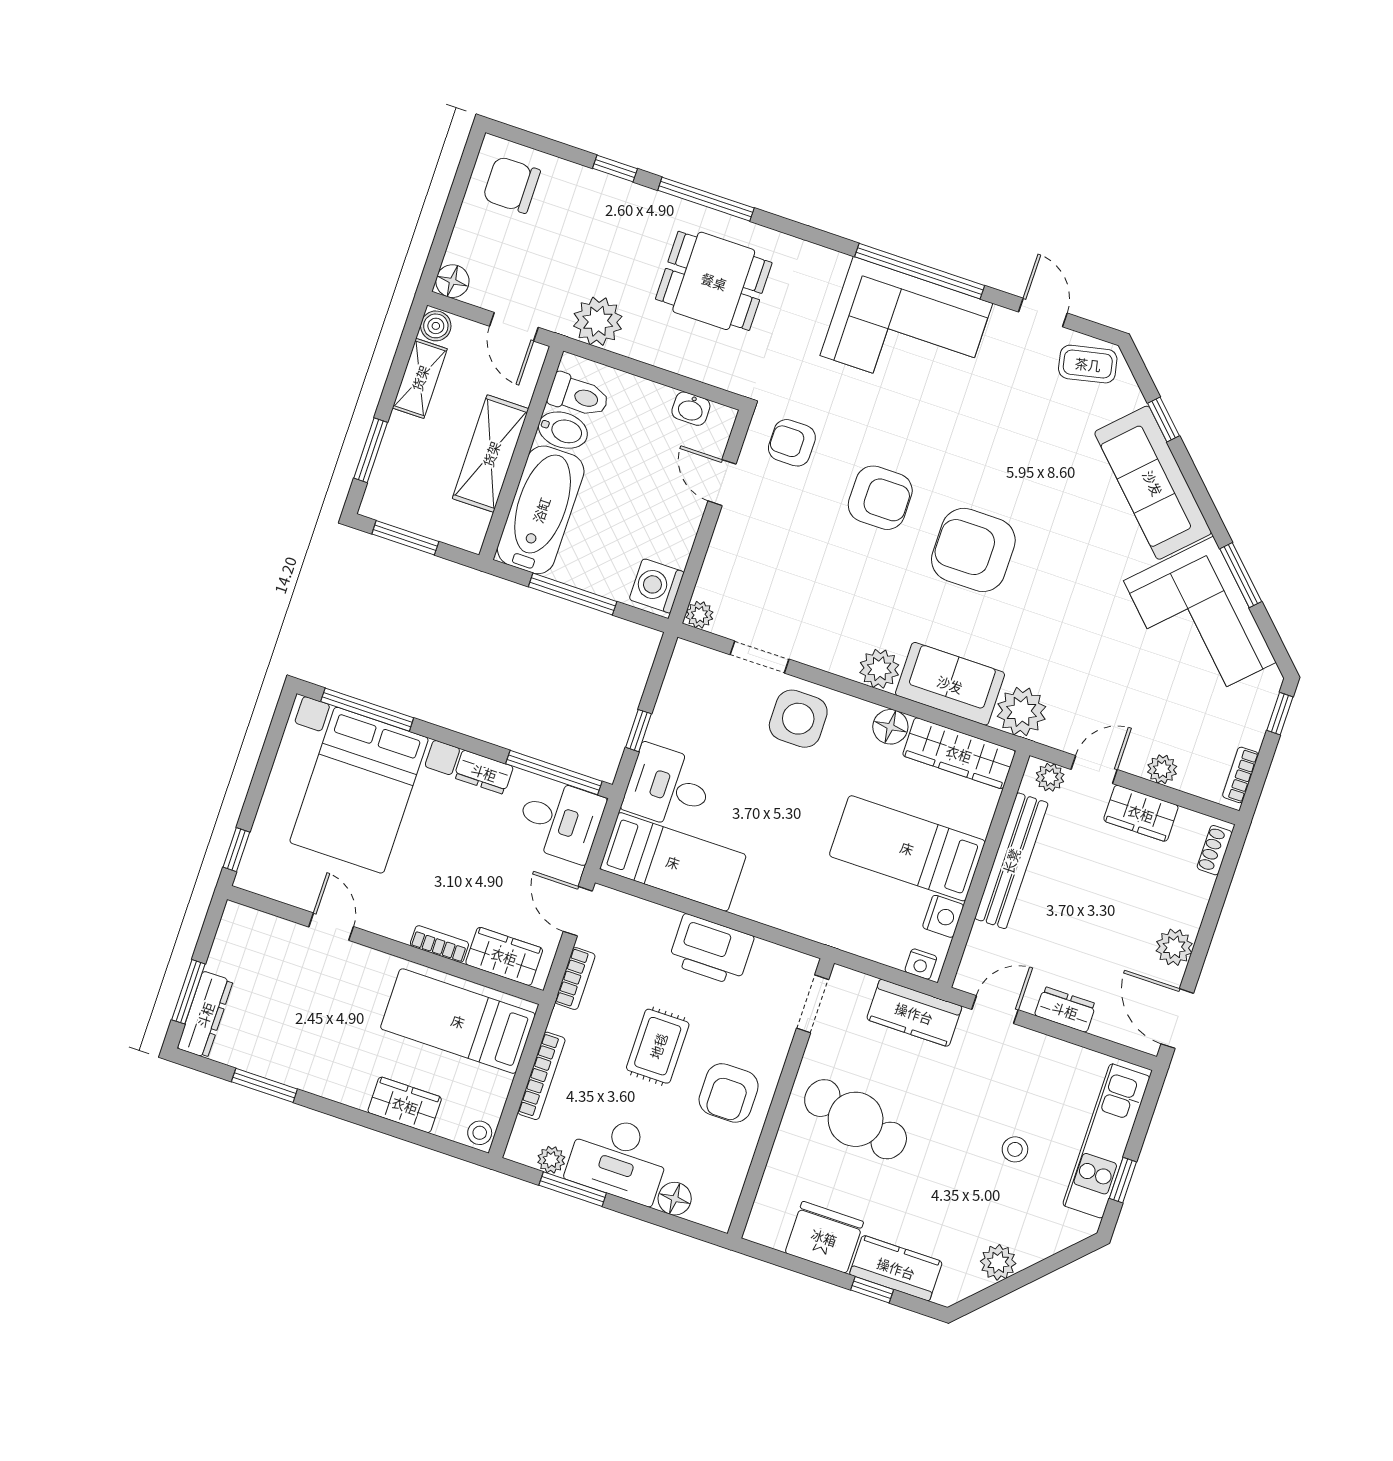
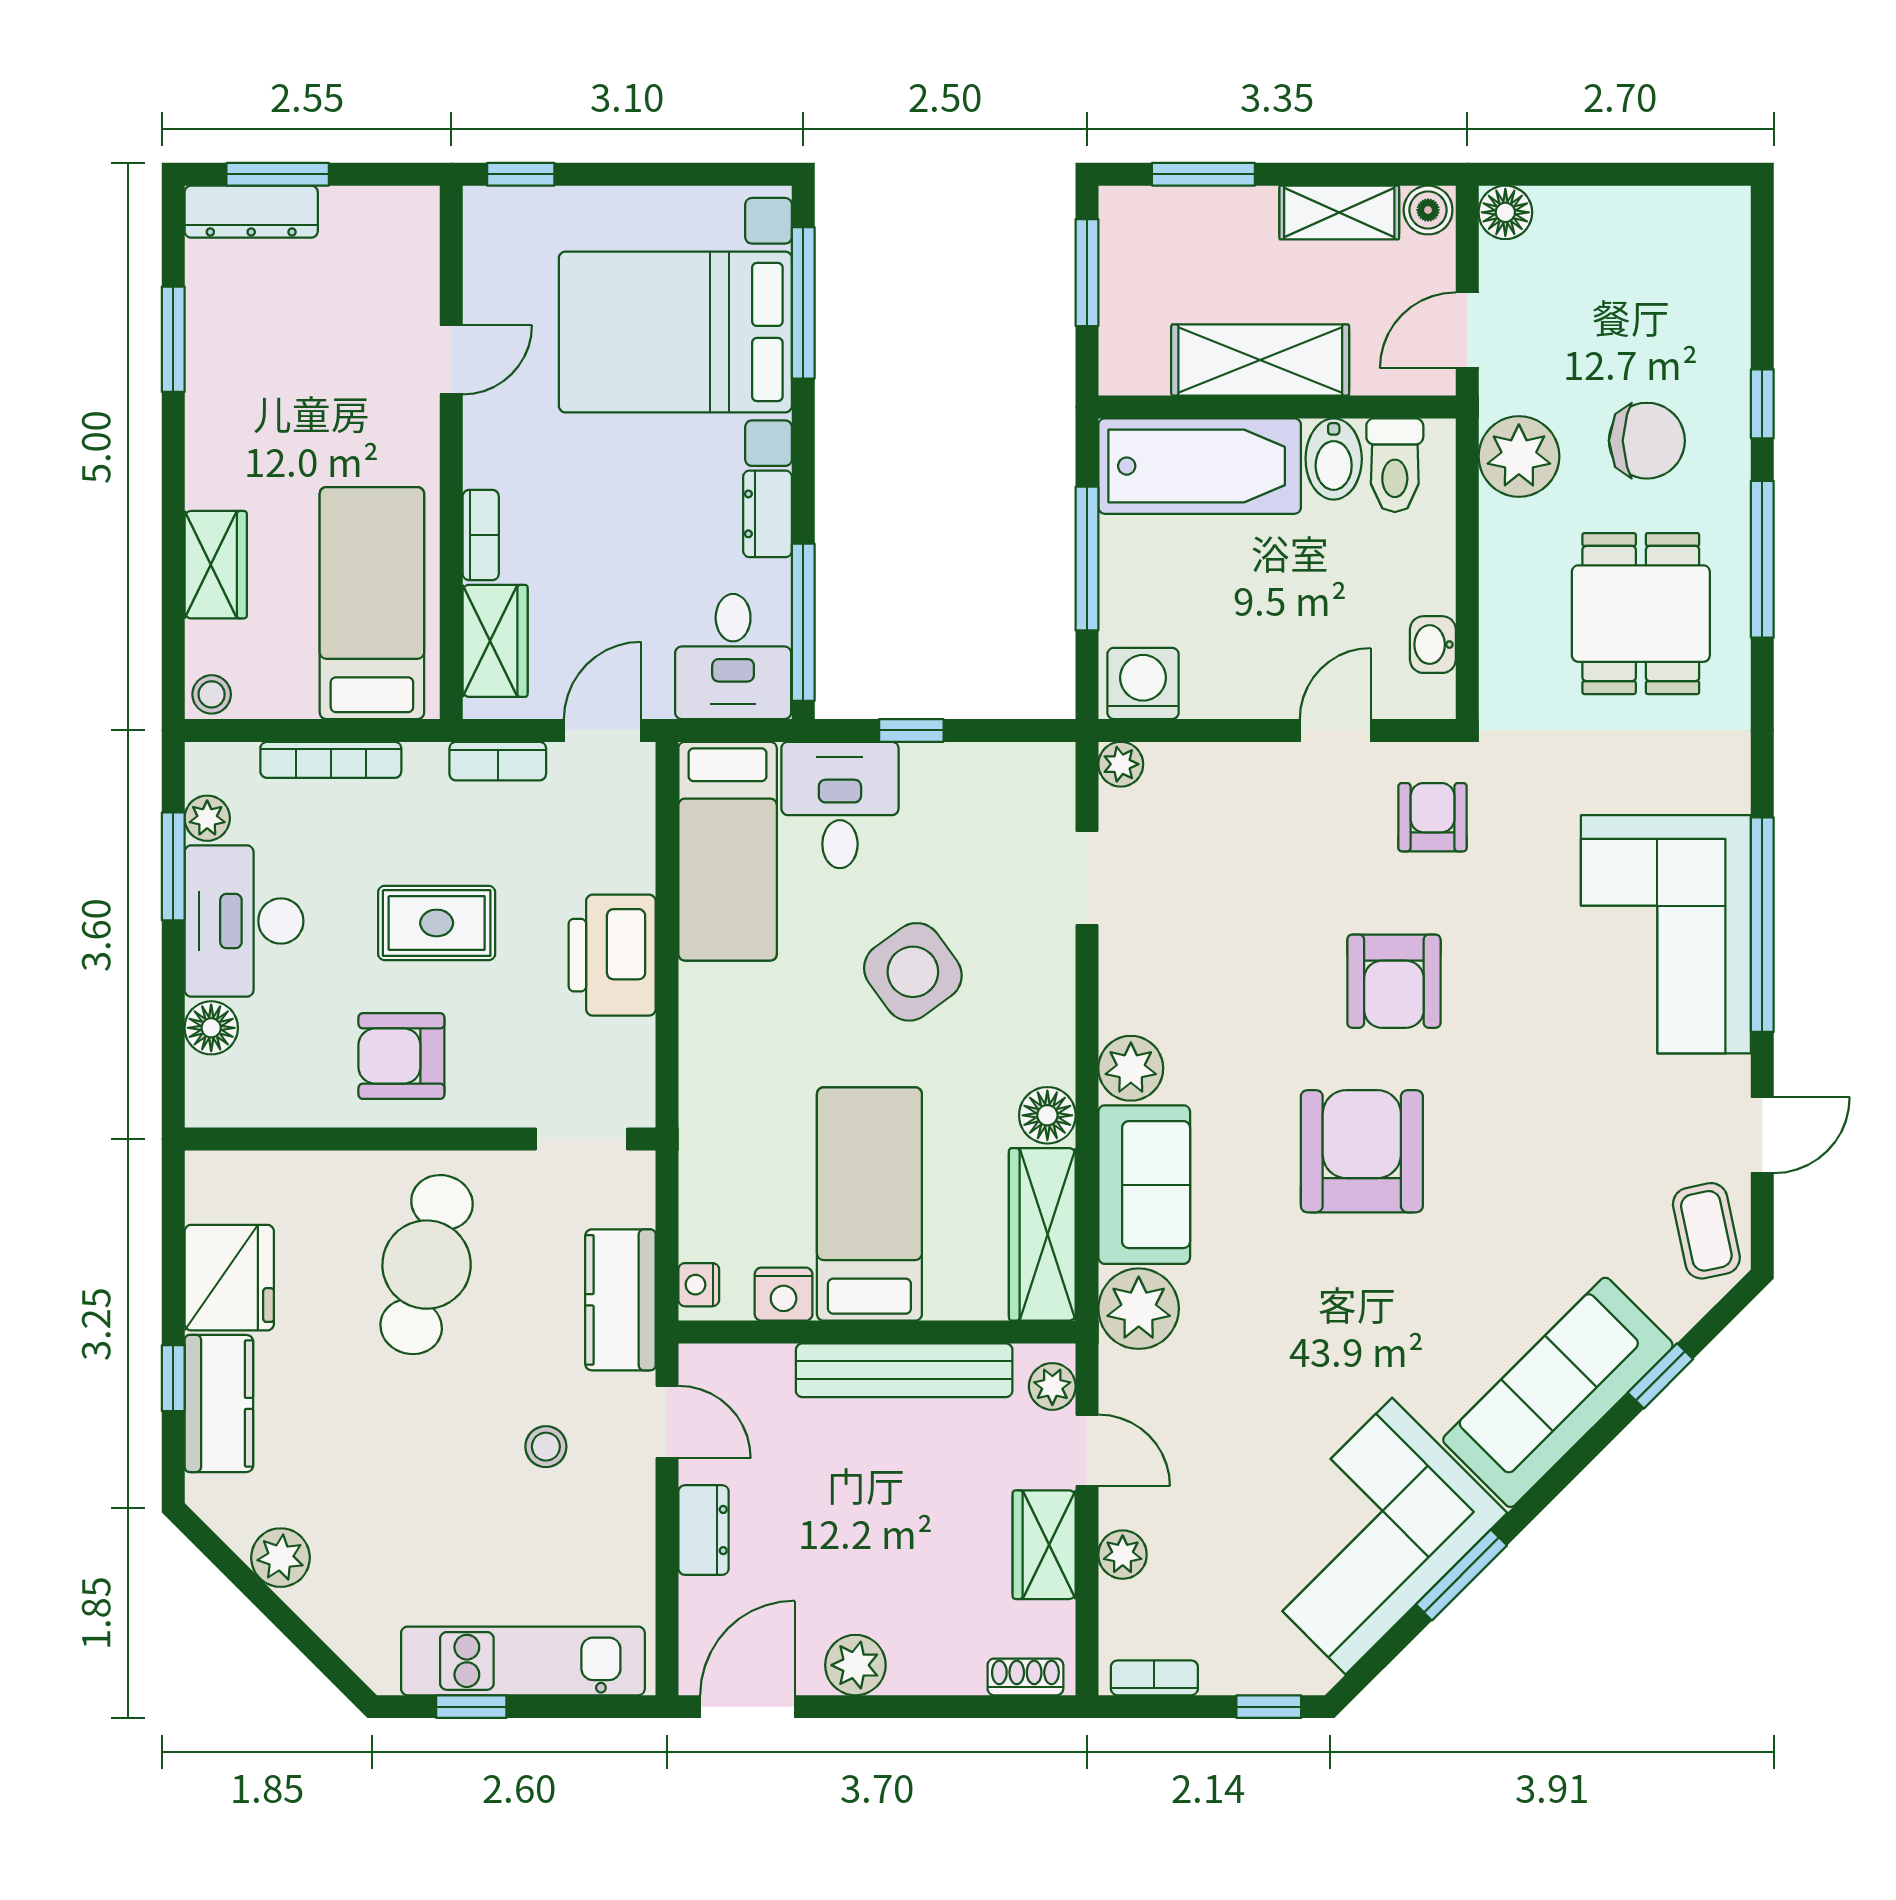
chair: (512, 185) -> (1647, 441), moved, turned 90
side table: (798, 719) -> (913, 972), moved, turned -36
stool: (1015, 1149) -> (546, 1447), moved

